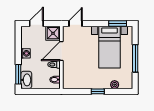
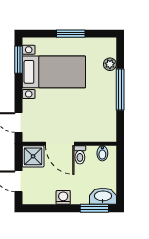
window: (135, 58) -> (71, 34), width x0.69
window: (98, 91) -> (120, 89), width x2.17

